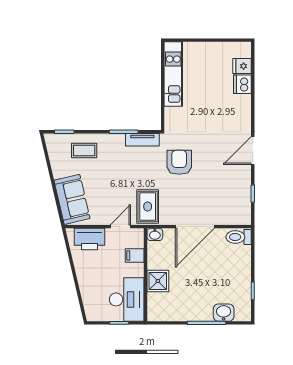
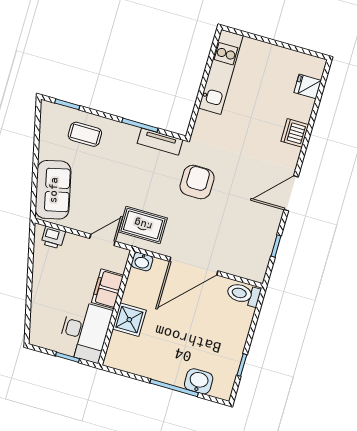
dishwasher: (242, 84) -> (295, 133), moved
rug: (148, 207) -> (143, 225), turned 90
printer: (90, 239) -> (53, 238), width x0.53, depth x0.68
filing cabinet: (135, 256) -> (108, 289), width x2.00

